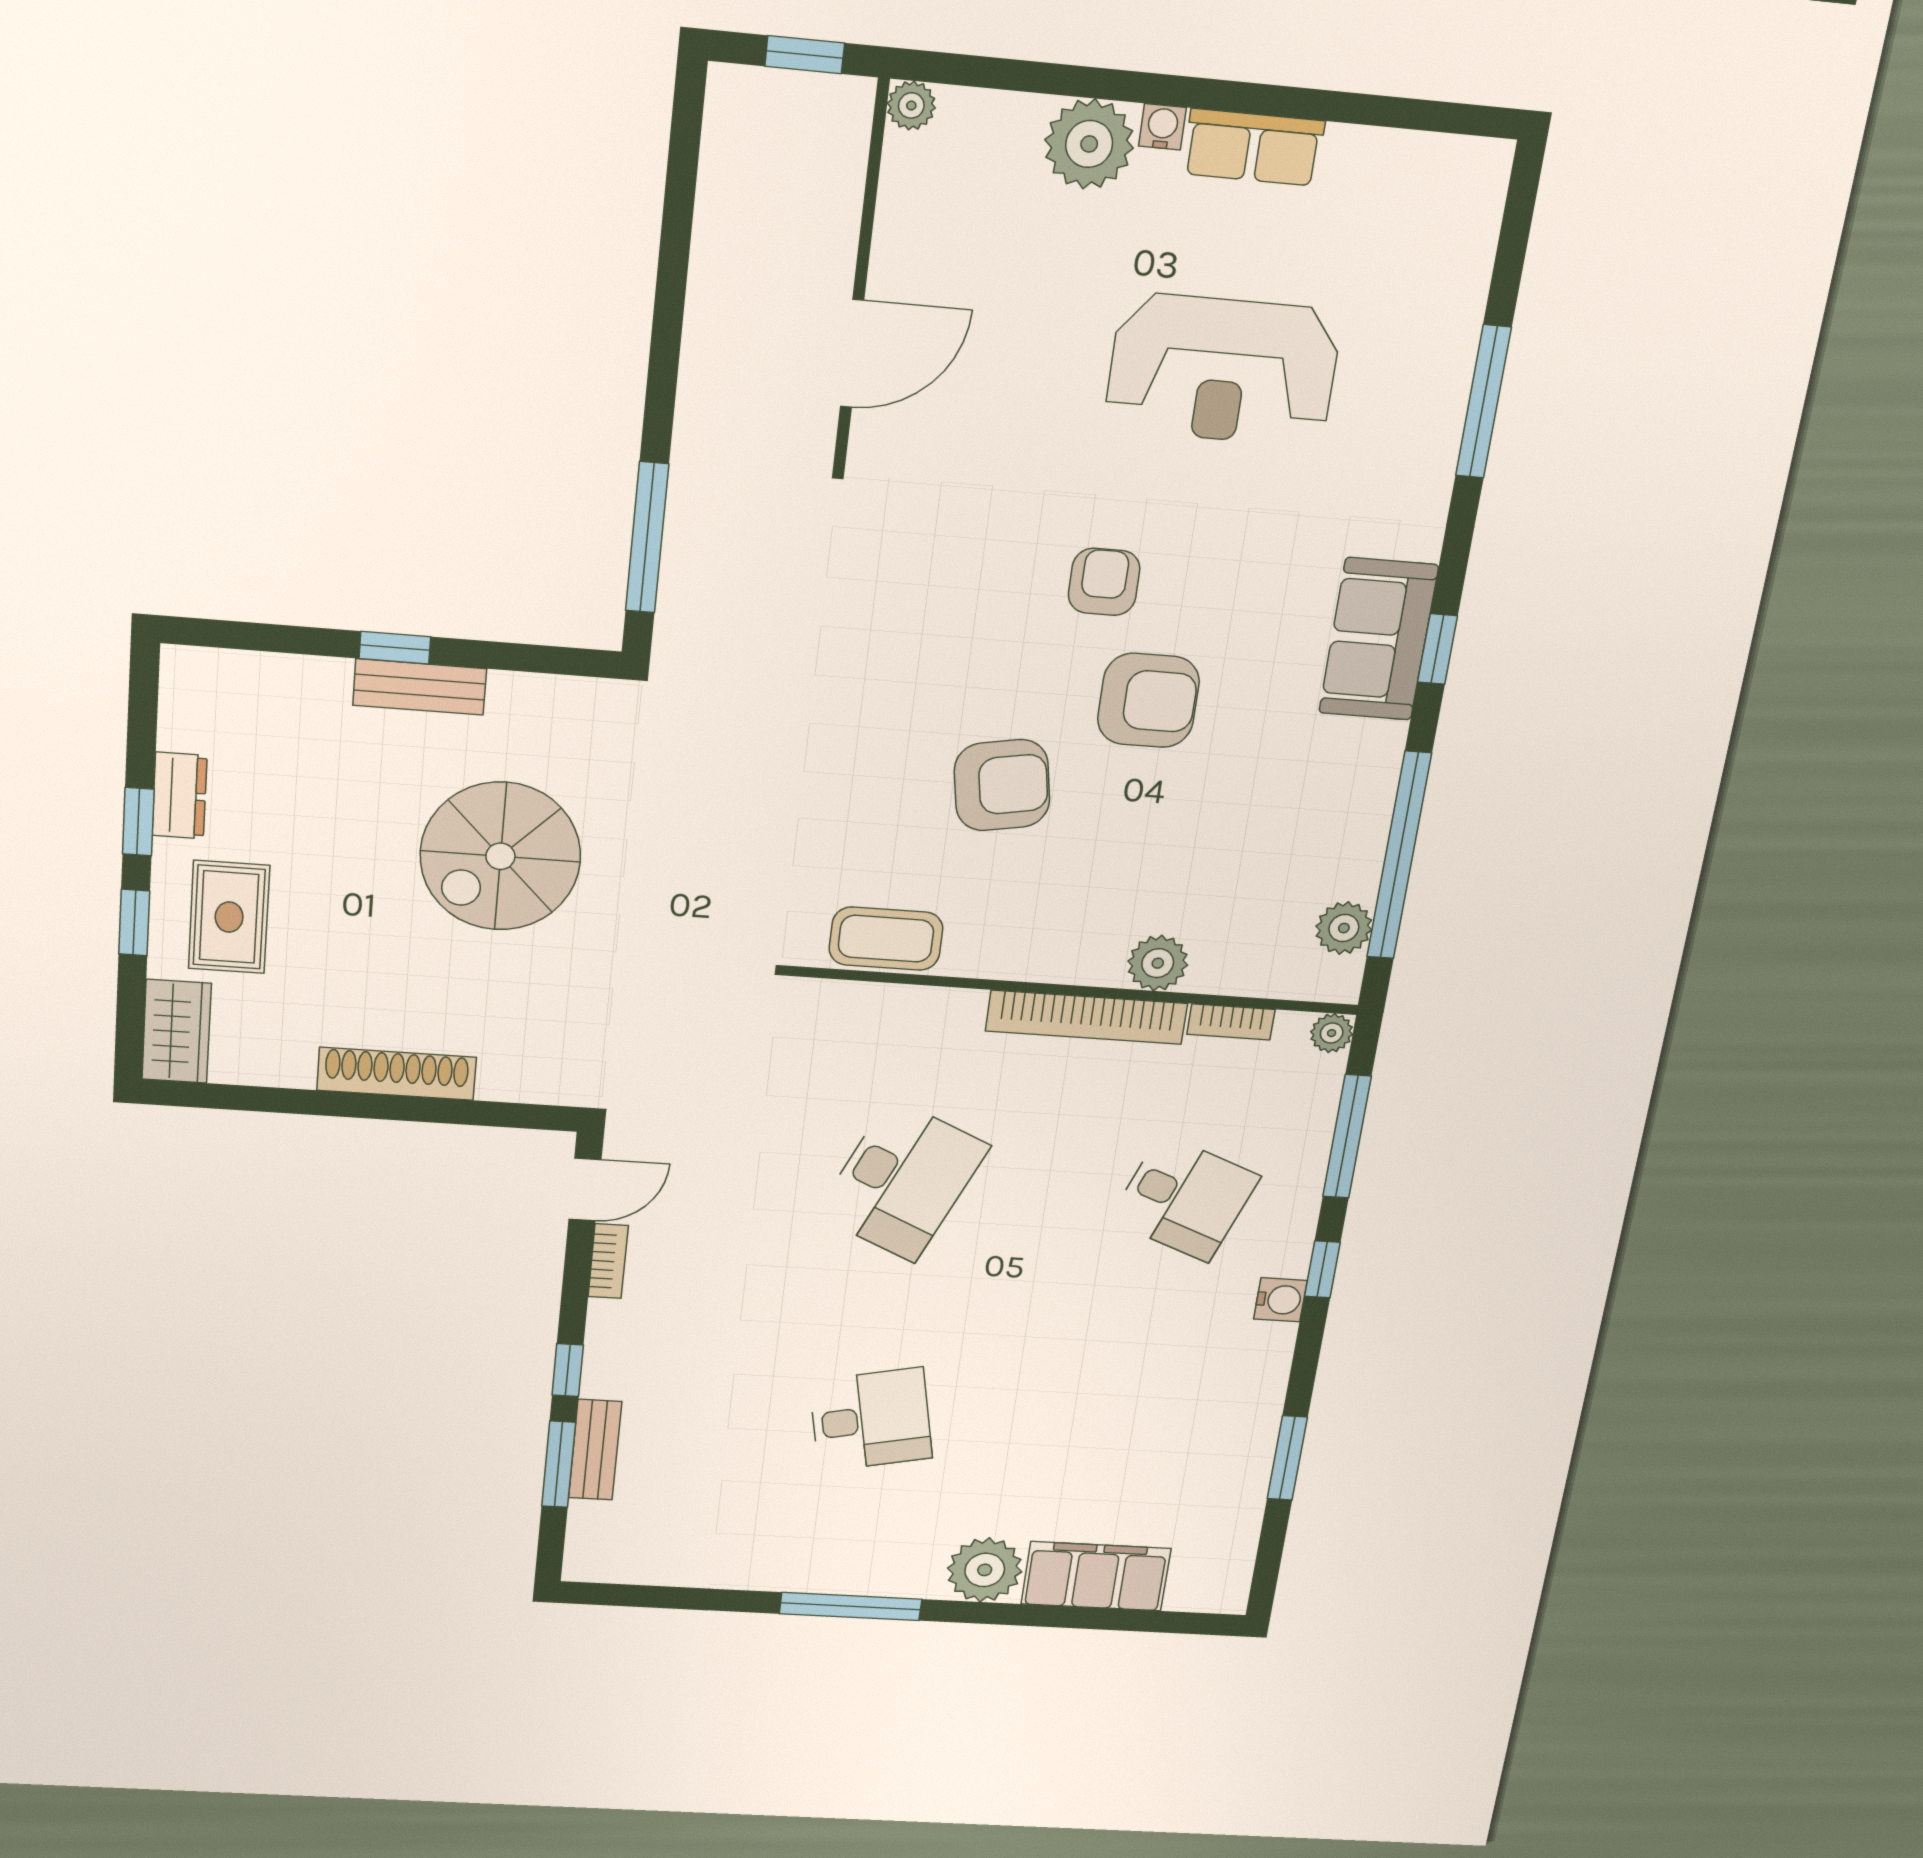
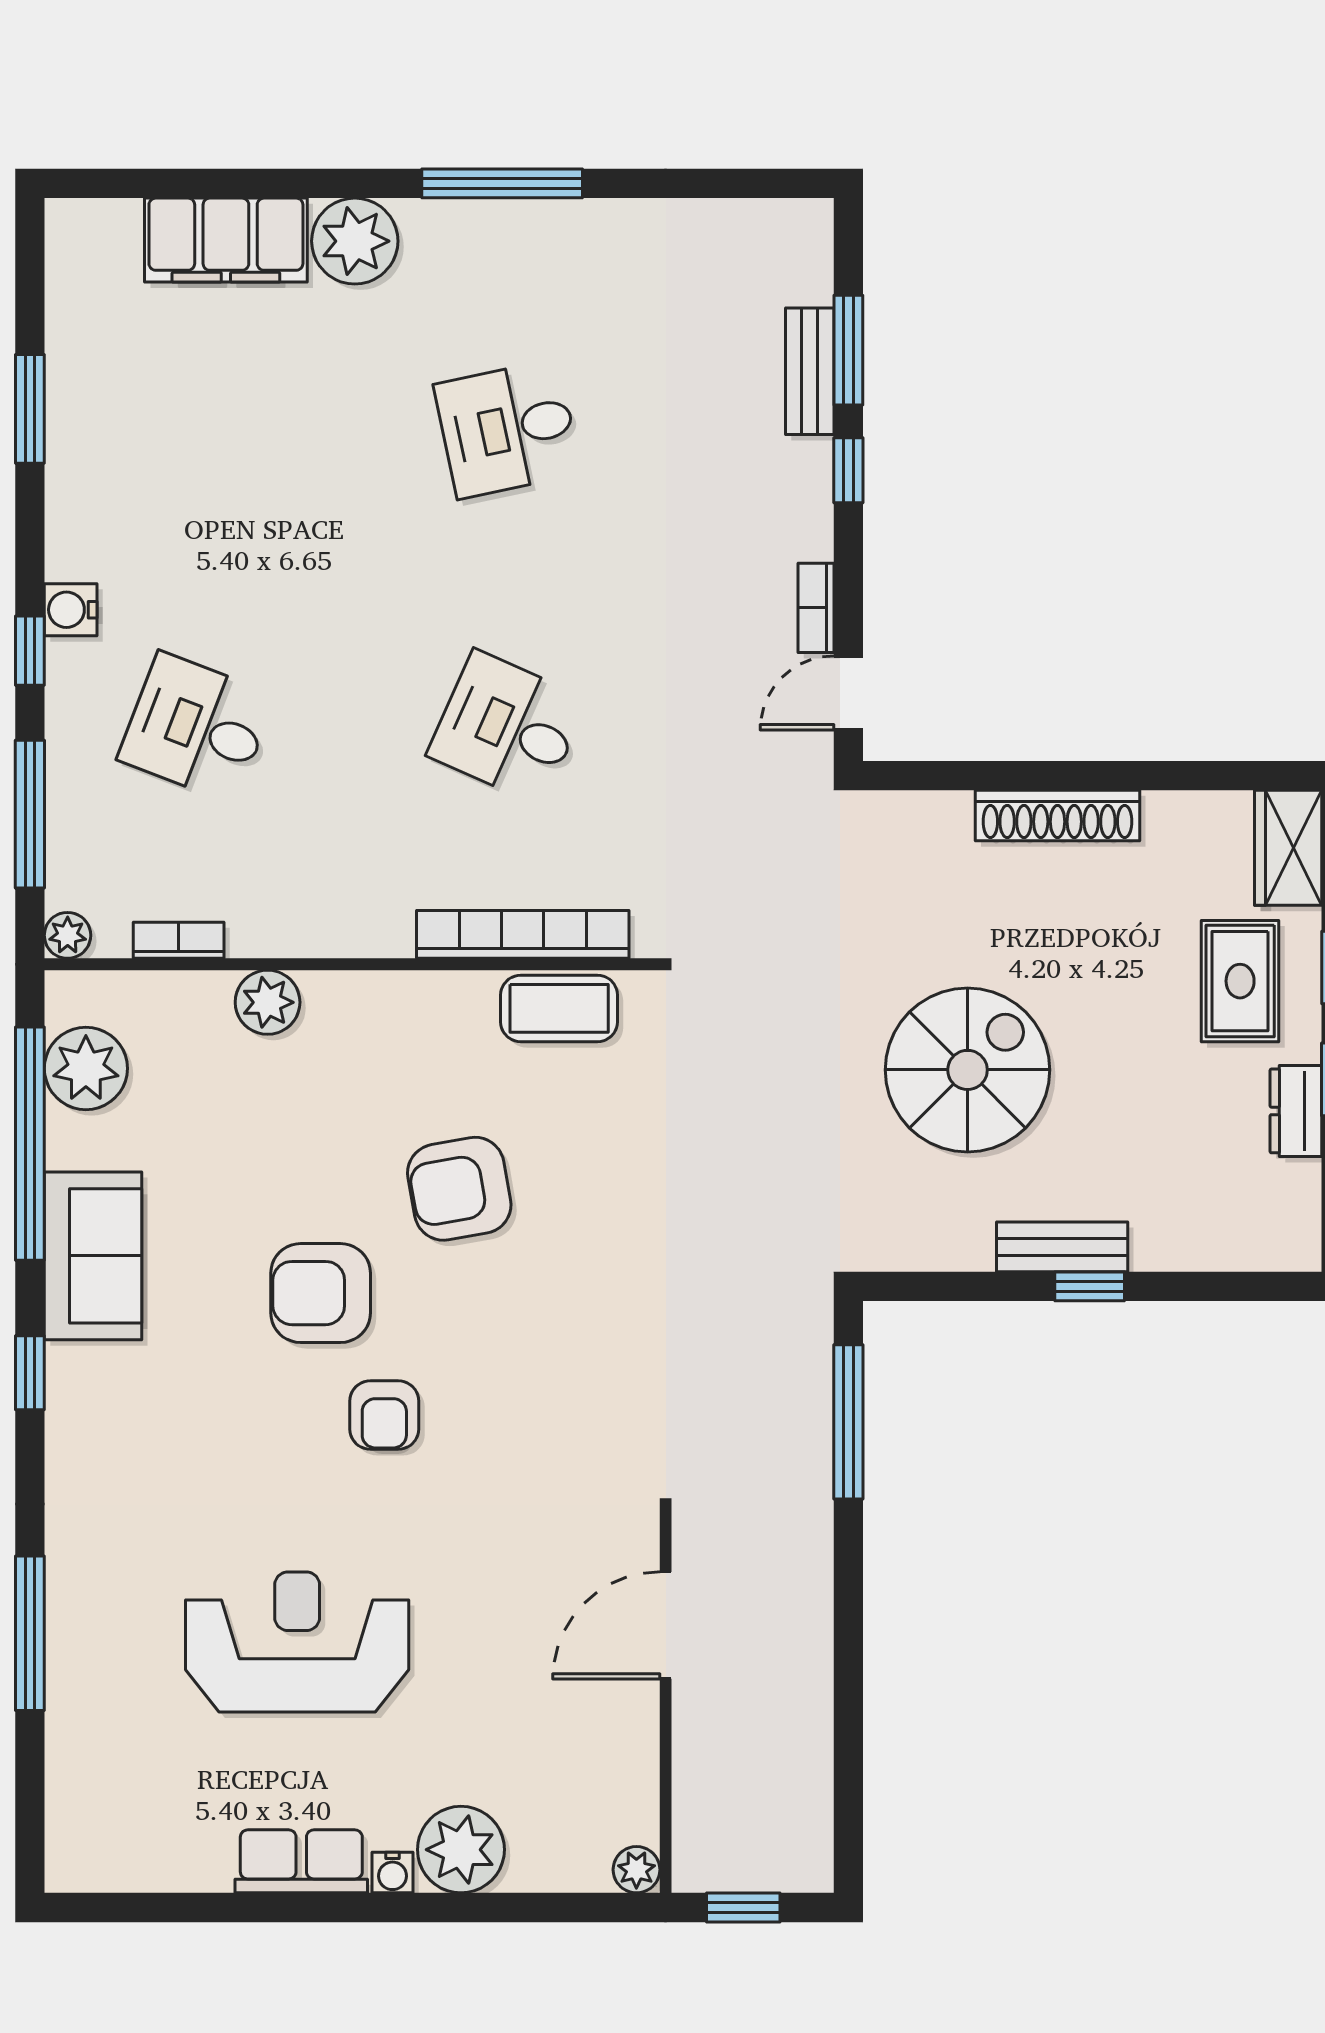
sofa: (1378, 639) -> (93, 1256), moved
plant: (1344, 928) -> (86, 1068), width x1.36, depth x1.36
bookcase: (1087, 1017) -> (523, 934), moved
desk: (903, 1180) -> (508, 727), width x0.73

